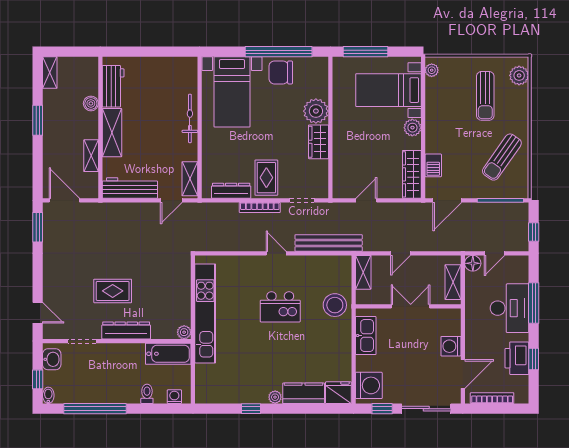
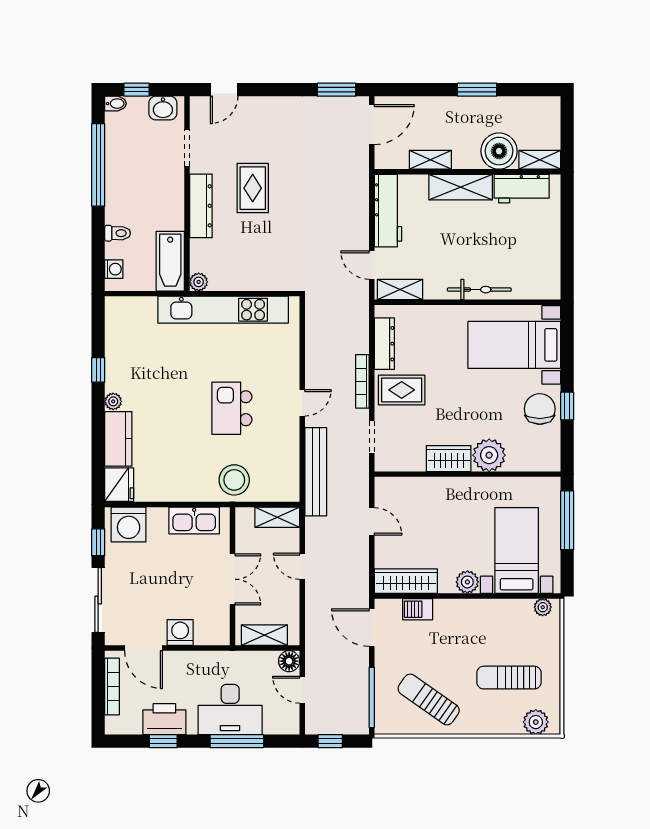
window: (279, 52) -> (567, 406), width x0.32
shelving: (50, 72) -> (540, 160), moved
boiler: (91, 103) -> (499, 151), width x1.86, depth x1.86

